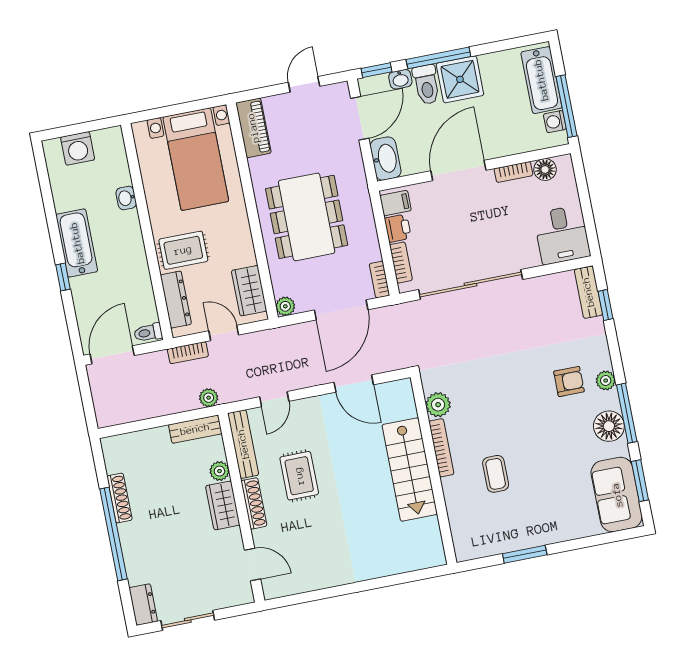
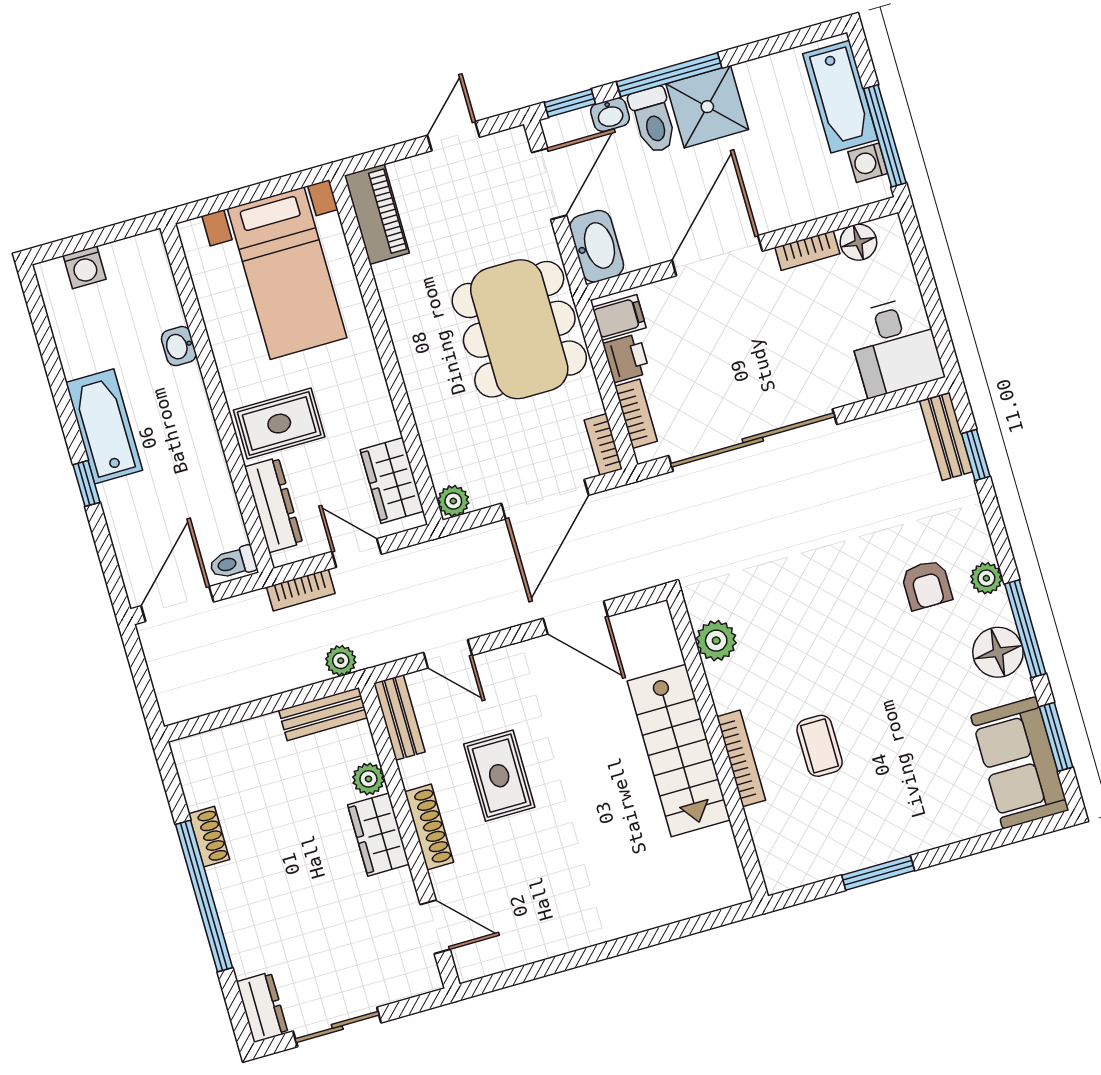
washing machine: (78, 148) -> (85, 267), width x0.73, depth x0.73
dining table: (307, 217) -> (519, 329), moved
armchair: (569, 381) -> (927, 585), turned 90
door: (274, 399) -> (448, 654), hinge flipped
bench: (243, 444) -> (399, 718), width x0.73
bookcase: (441, 448) -> (741, 758), moved
shoe rack: (120, 498) -> (209, 837), width x0.70

